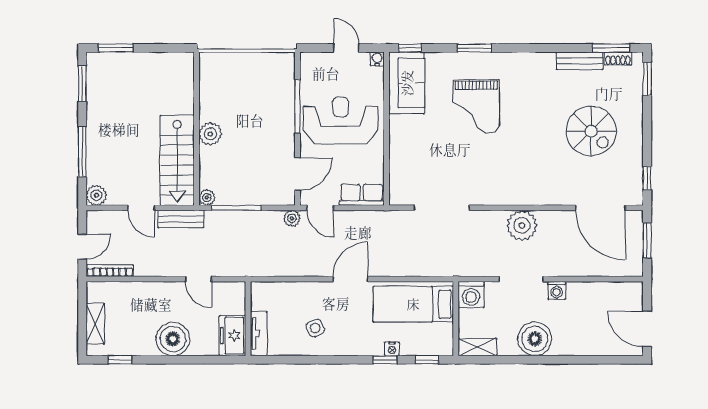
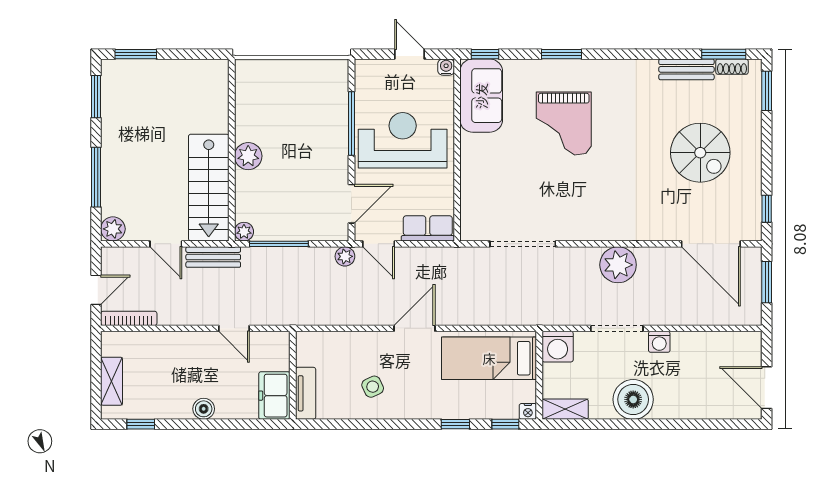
boiler: (173, 339) -> (204, 409), width x0.54, depth x0.54
nightstand: (392, 349) -> (528, 411), moved

